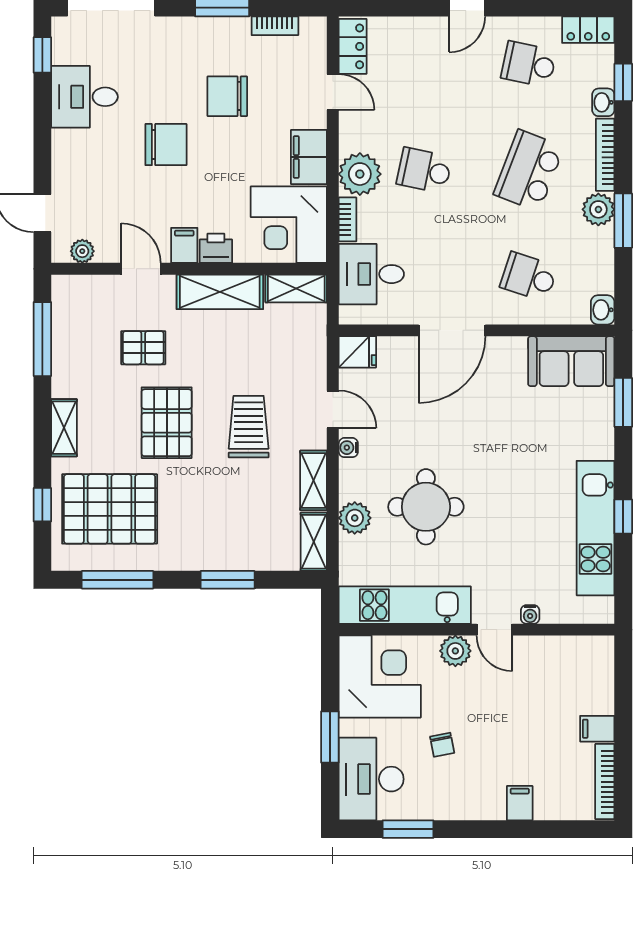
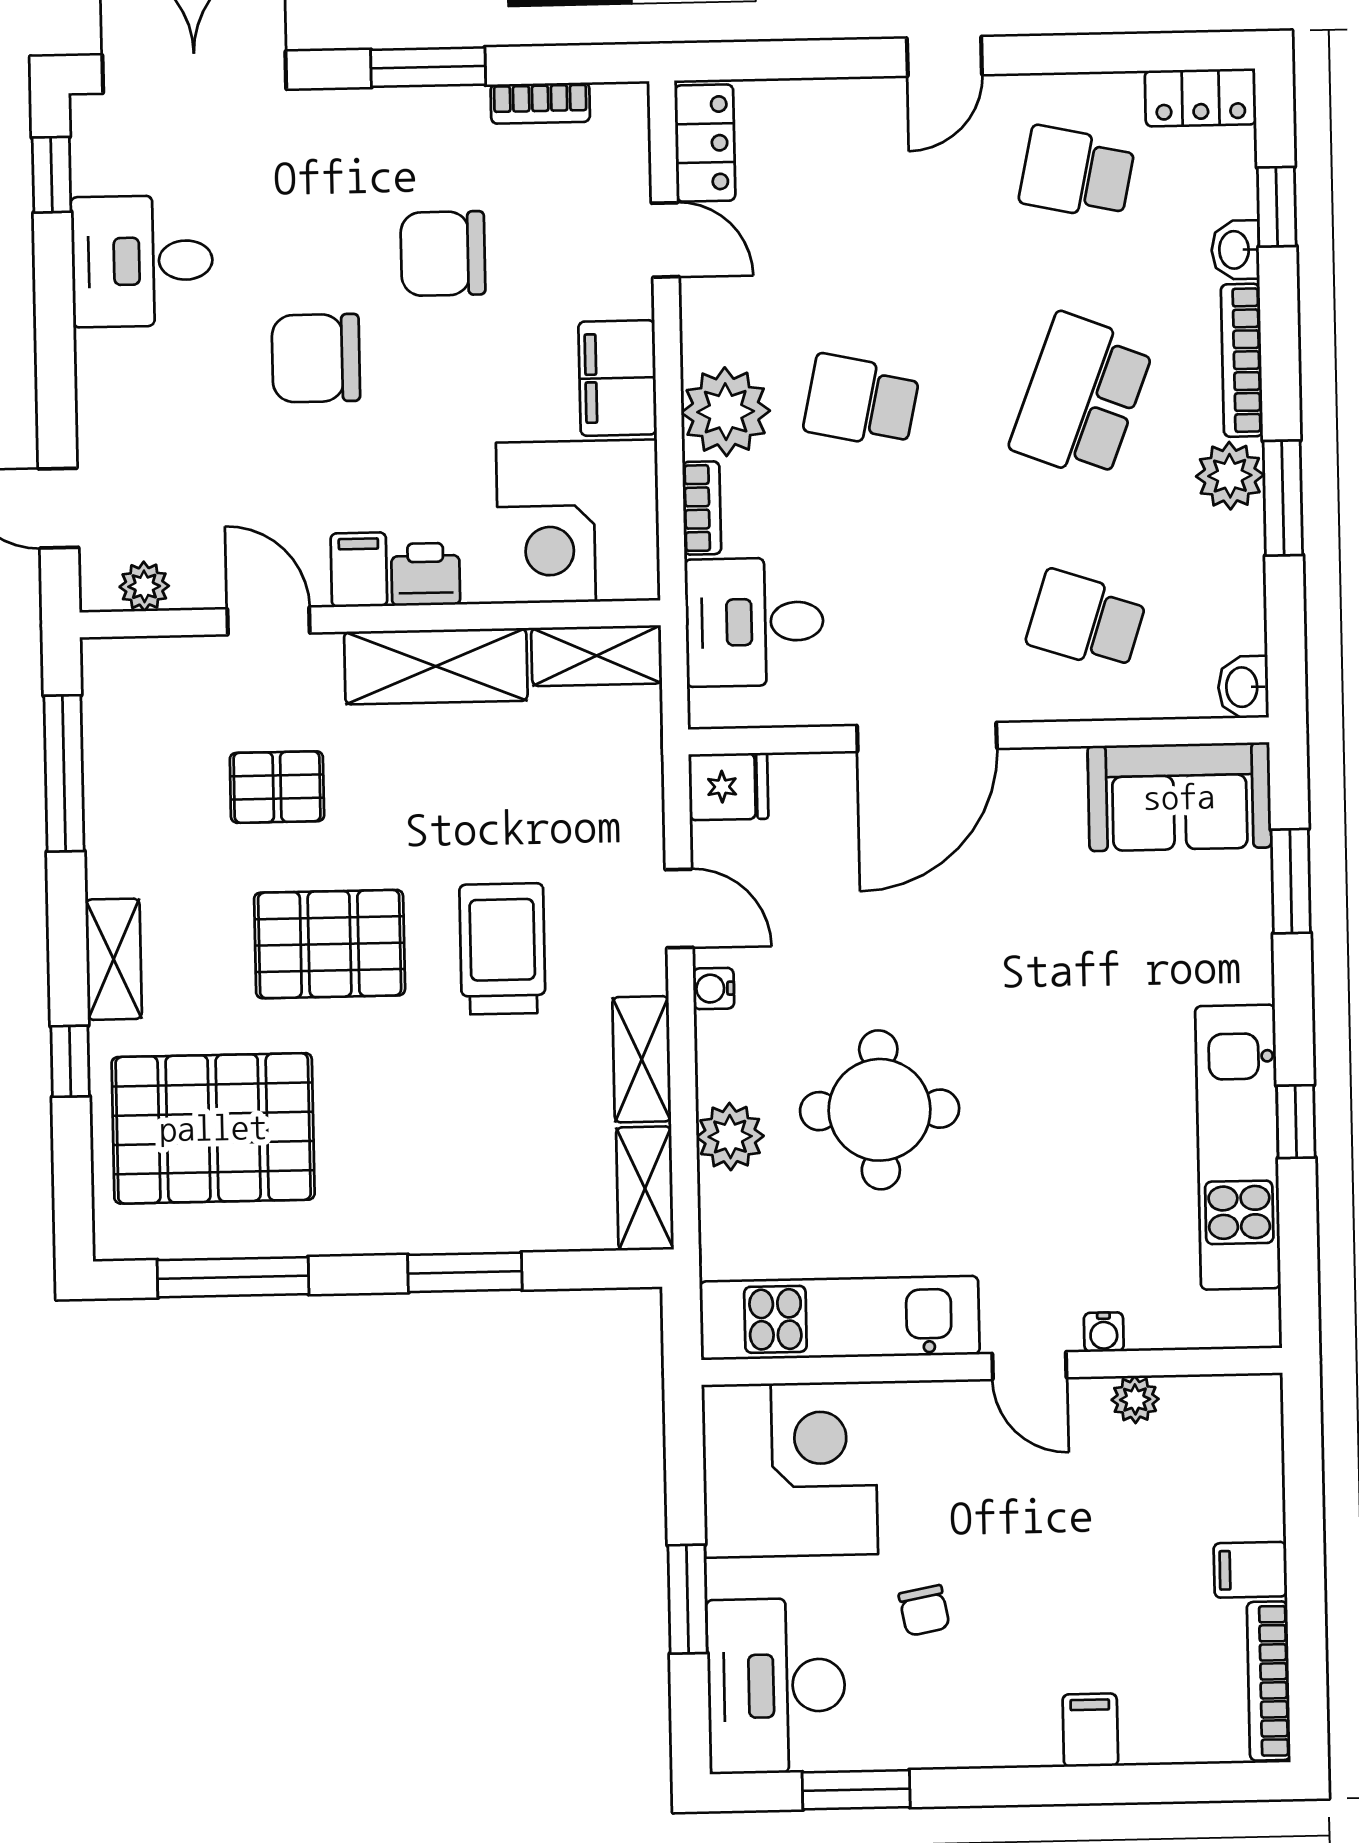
chair: (166, 145) -> (316, 358), turned 180
pallet: (167, 423) -> (330, 944), turned 90
window: (42, 505) -> (70, 1061), moved
plant: (455, 651) -> (1135, 1399), moved, width x0.73, depth x0.73

